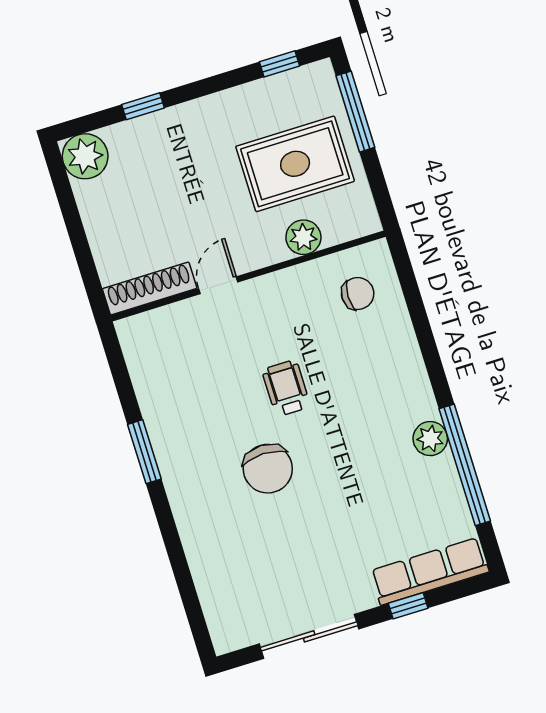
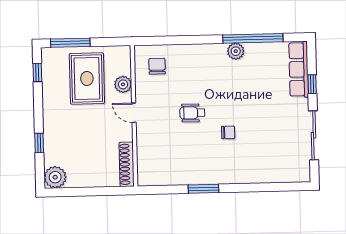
door: (218, 285) -> (134, 113), moved
chair: (268, 469) -> (228, 132), width x0.54, depth x0.54

